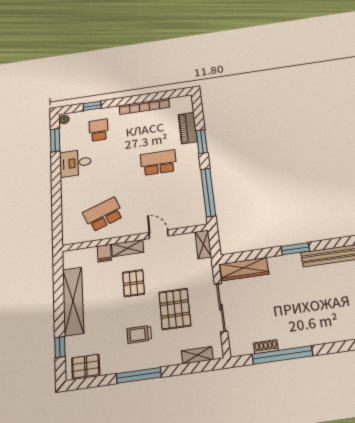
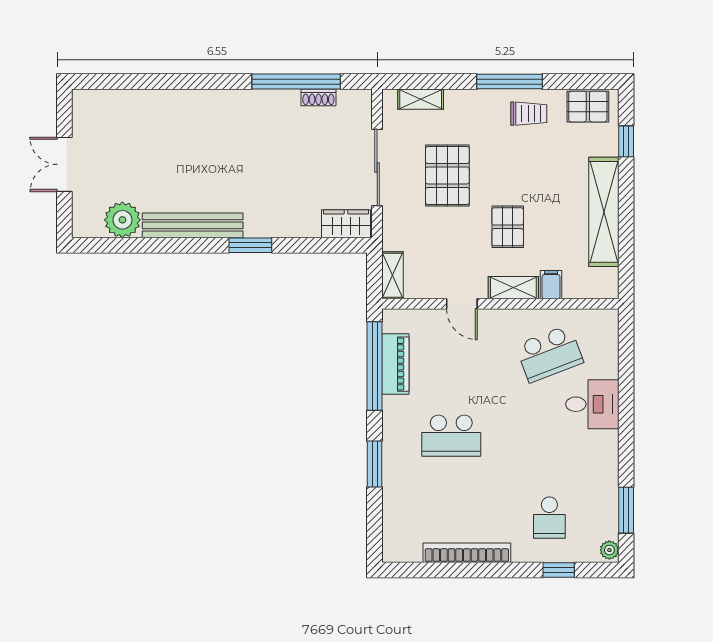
piano: (188, 128) -> (395, 364), moved
desk: (75, 163) -> (592, 404), moved
wardrobe: (244, 269) -> (346, 224), width x0.67
trolley: (139, 334) -> (529, 114), moved

